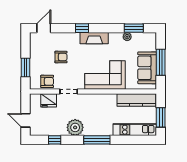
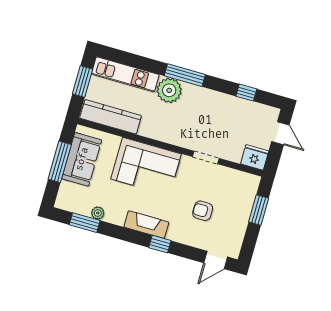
armchair: (47, 81) -> (233, 181), removed
fridge: (49, 100) -> (255, 157), moved
plant: (75, 127) -> (169, 90), moved

